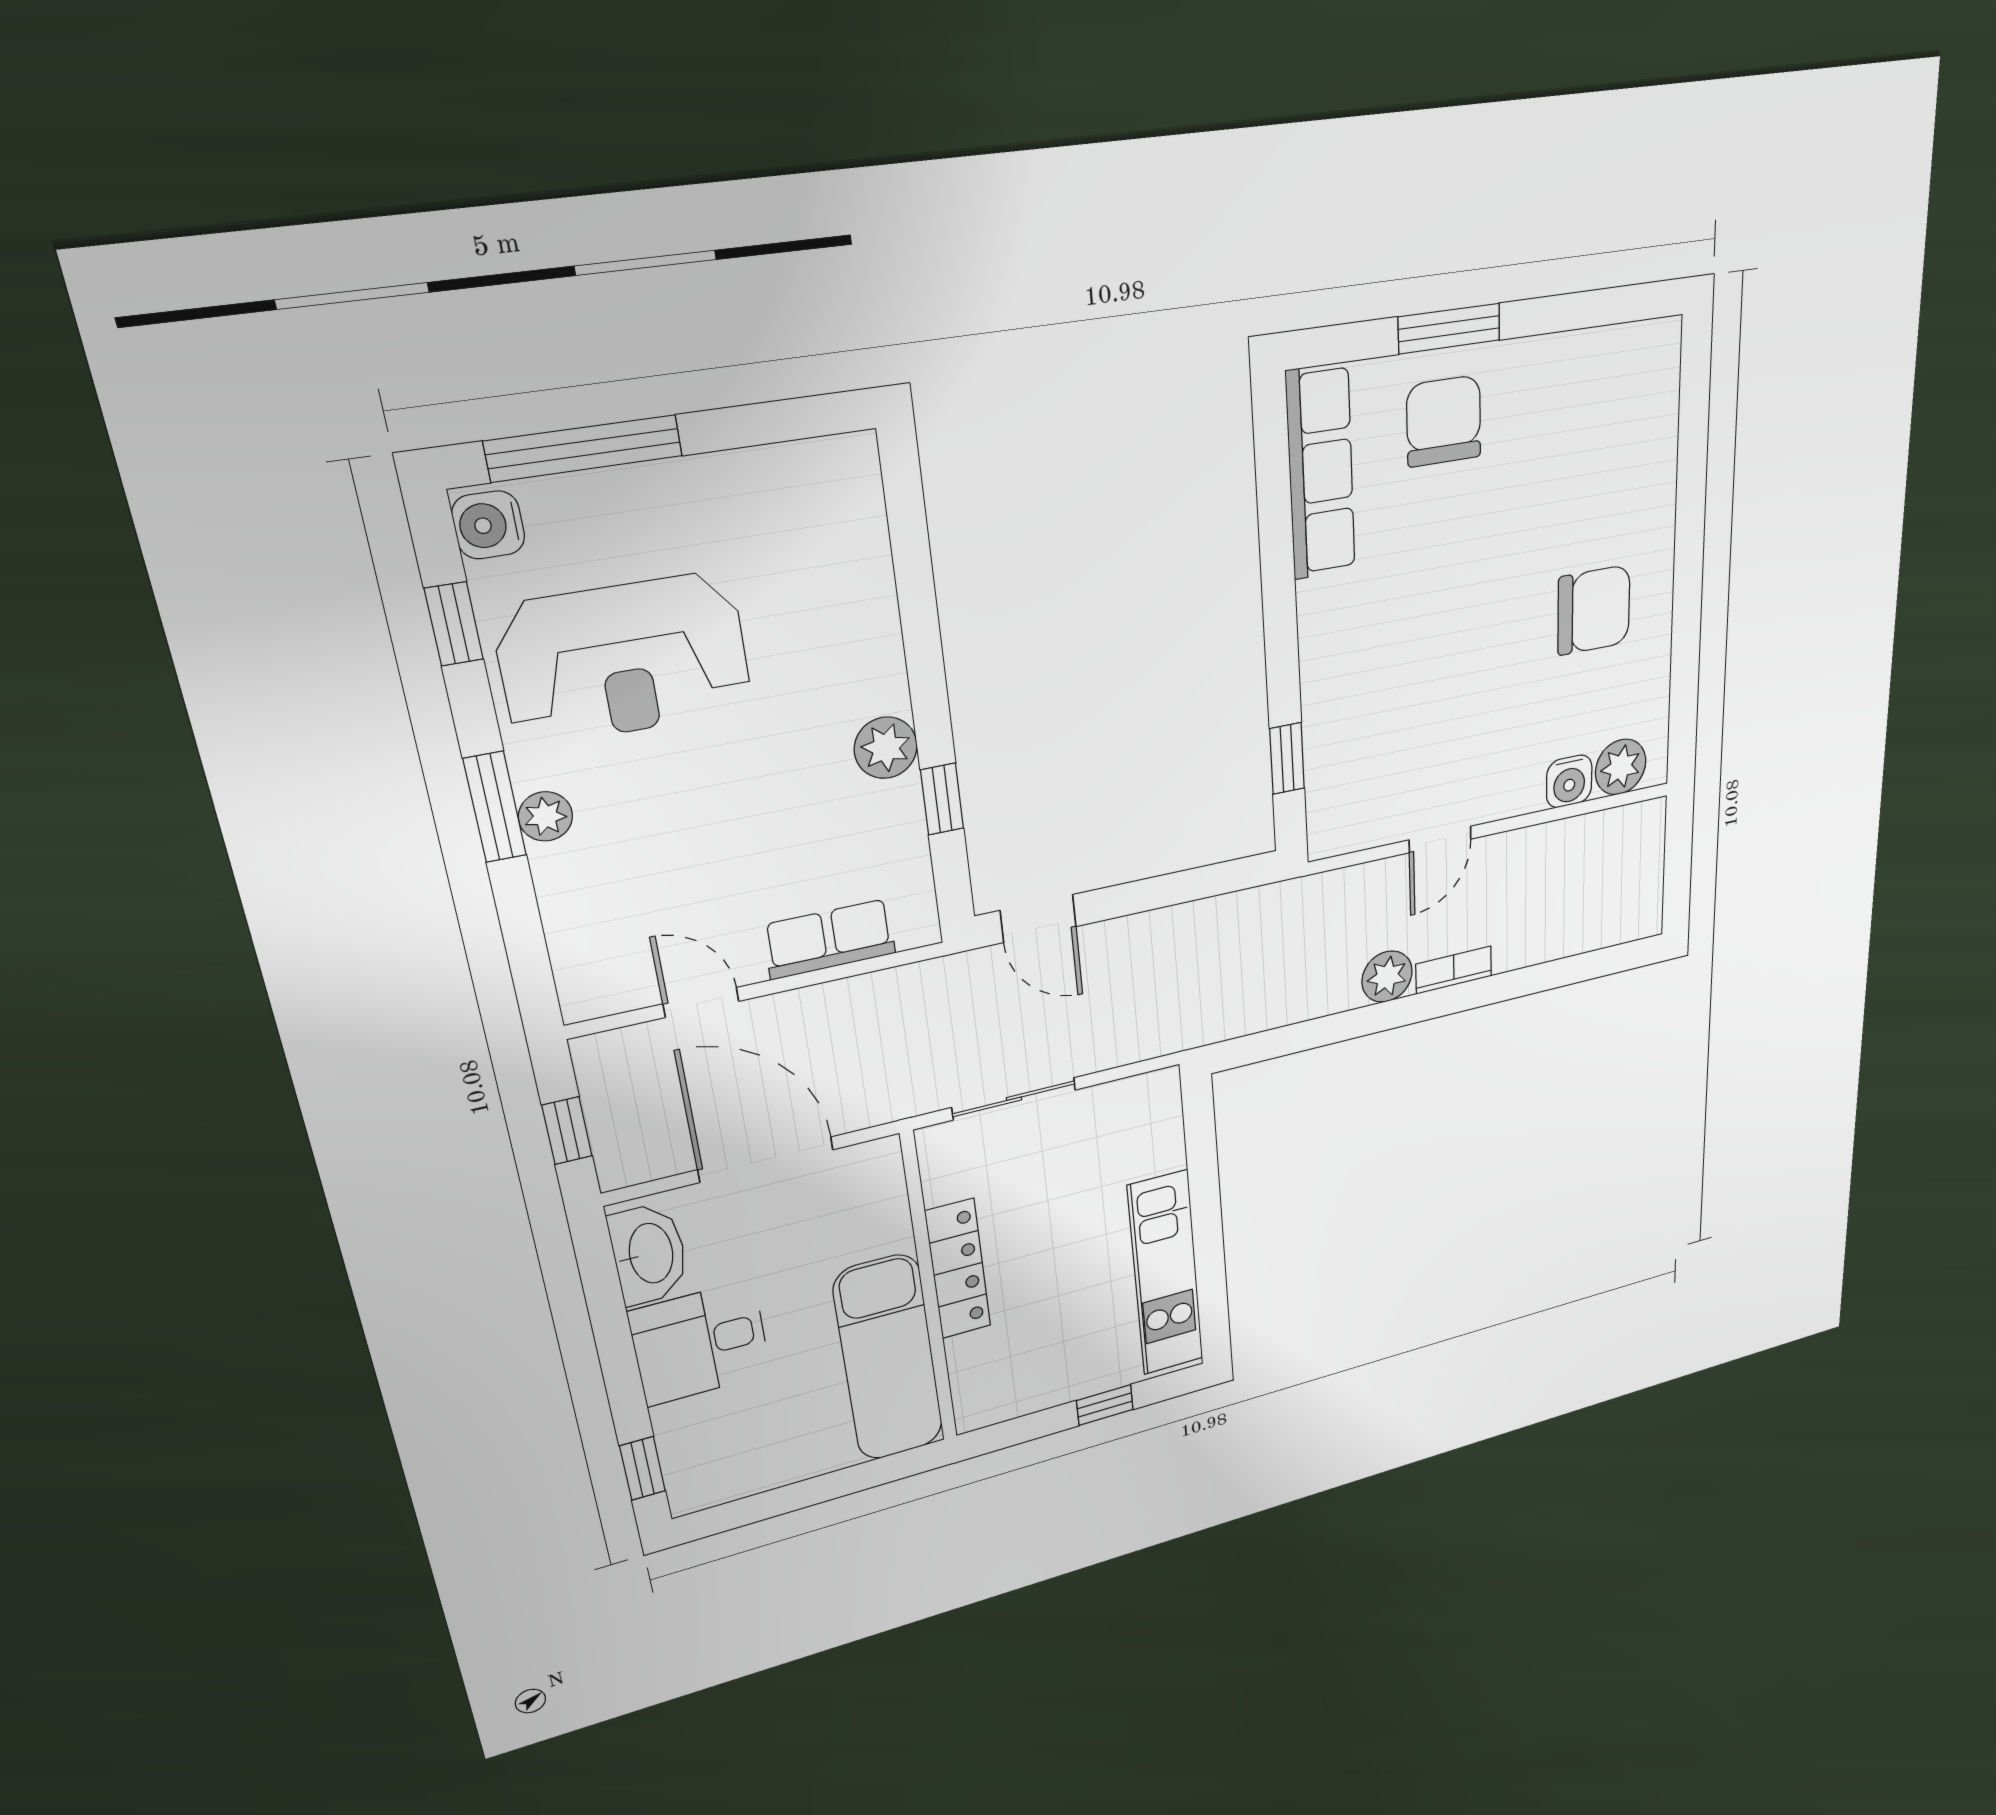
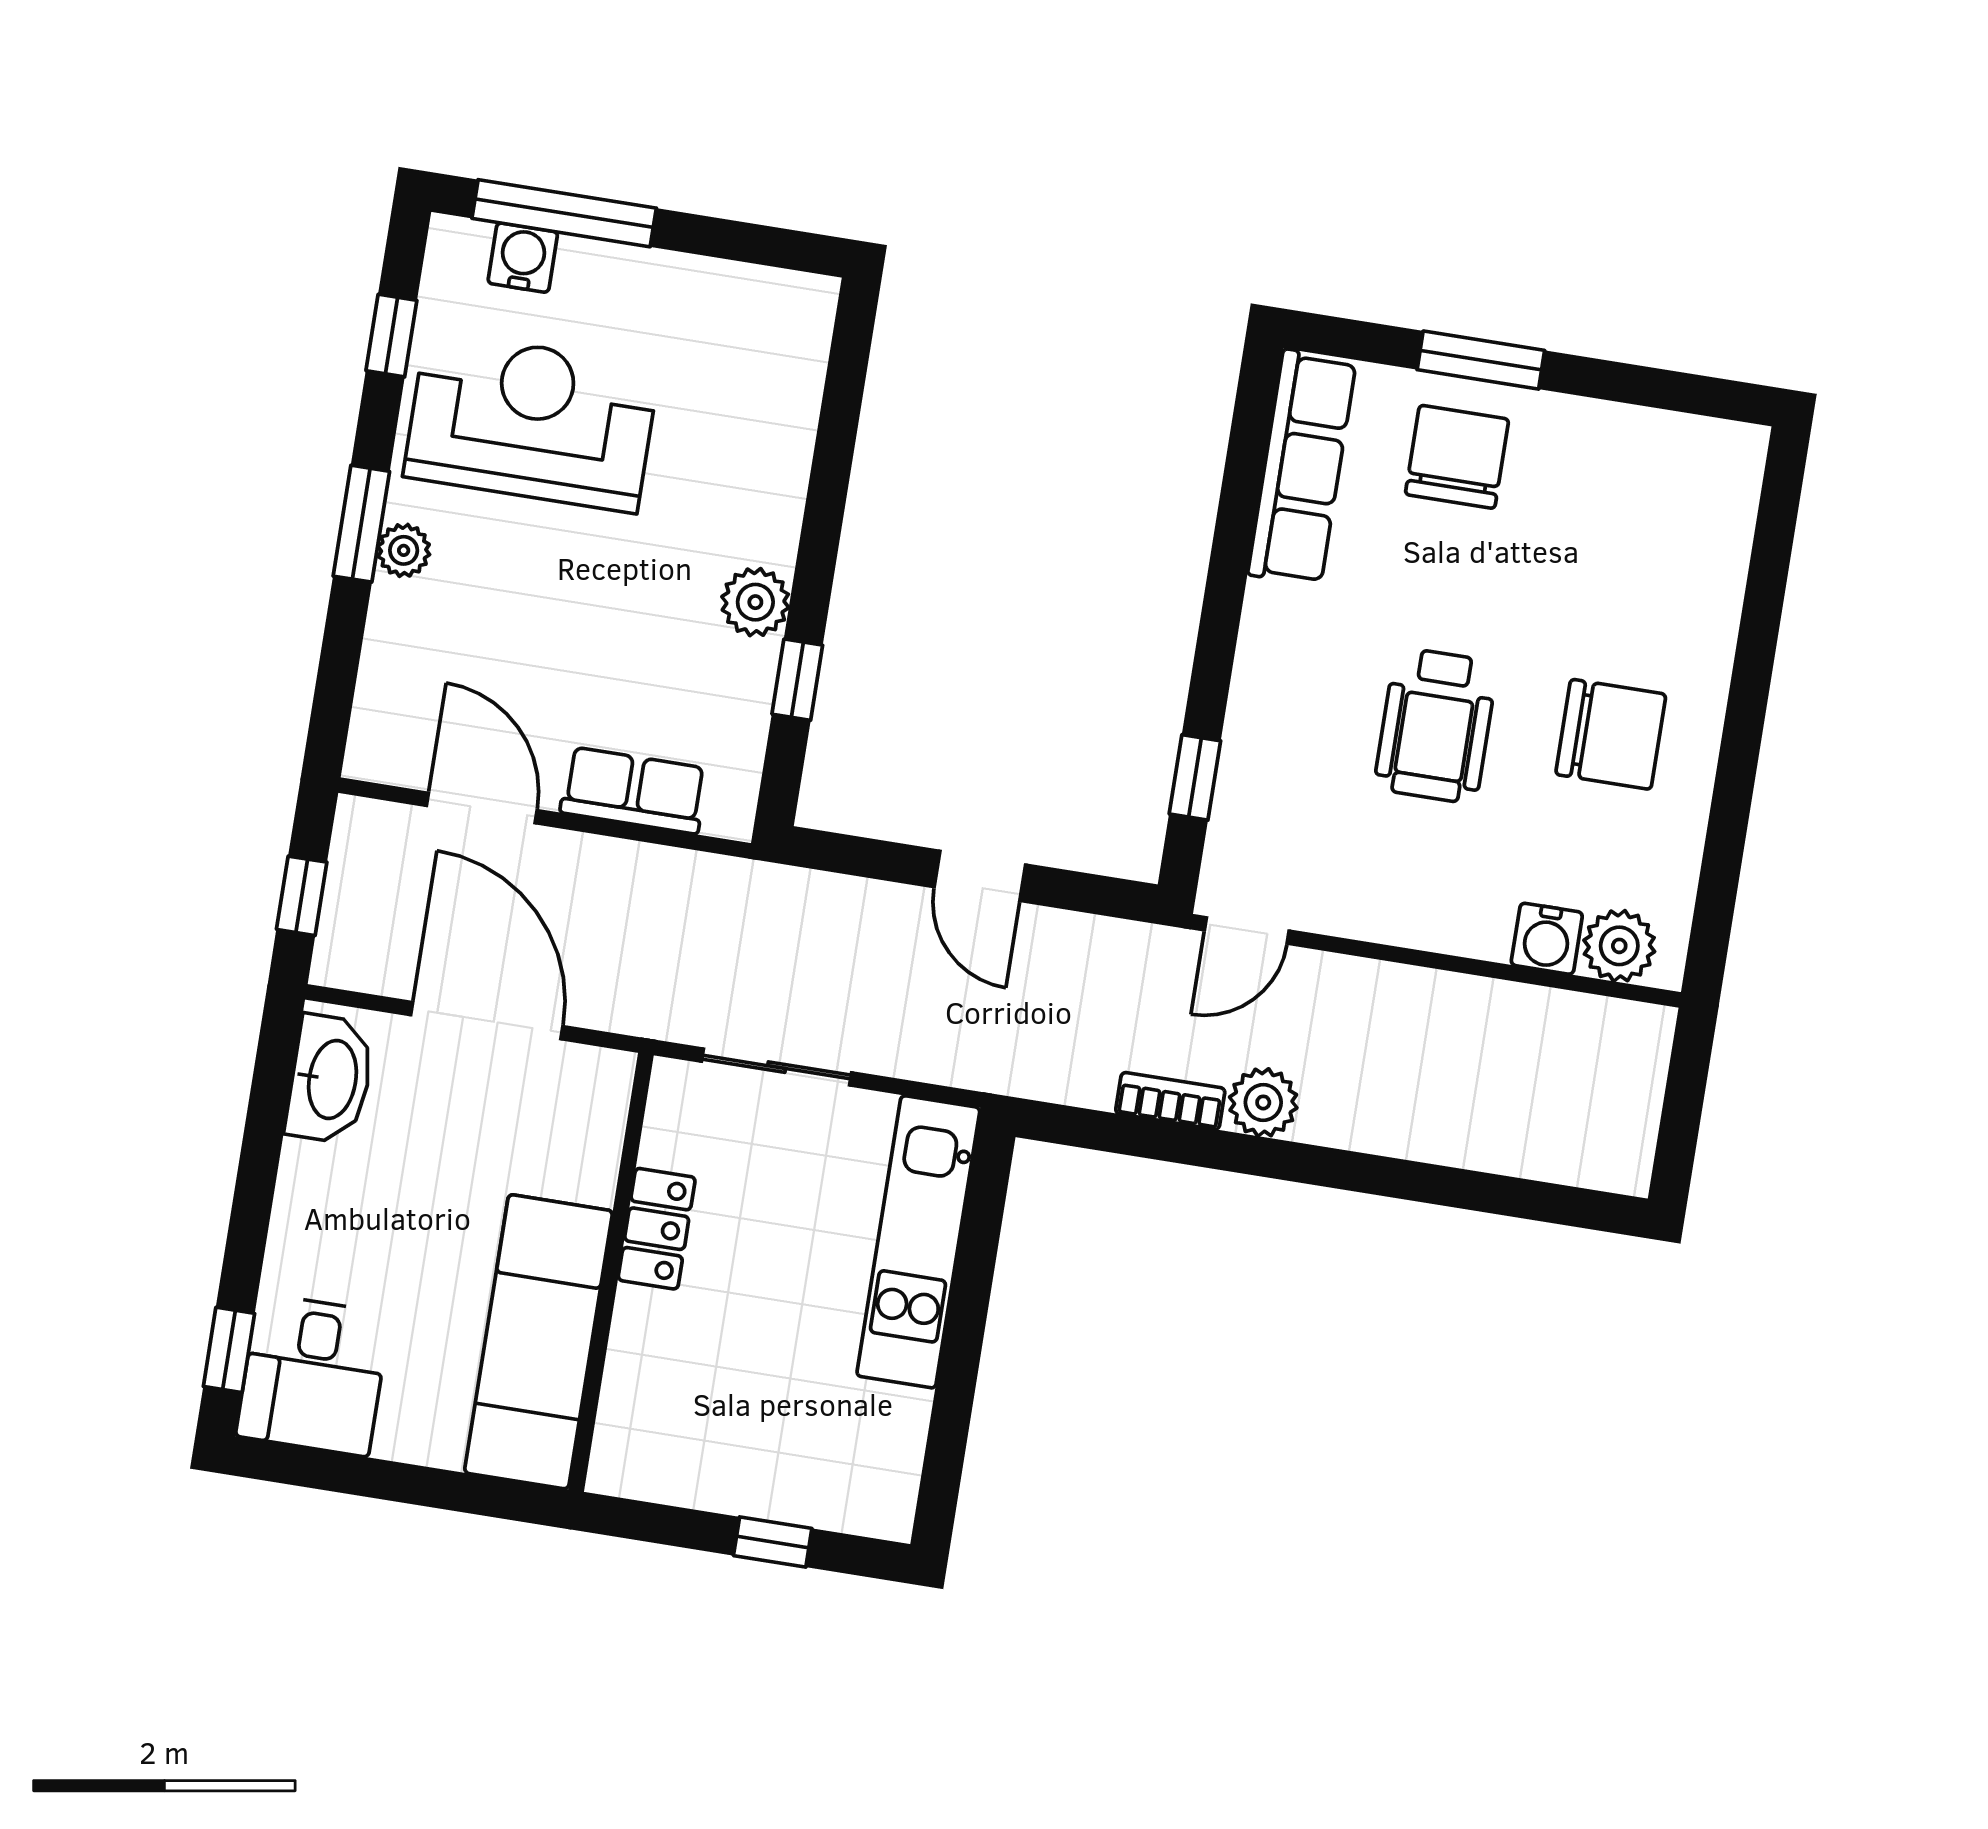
water cooler: (488, 525) -> (523, 258), moved, turned 90
wheelchair: (1464, 650) -> (1436, 725), added
reception desk: (625, 659) -> (531, 422), turned 180
door: (1440, 839) -> (1247, 931), moved
door: (1038, 919) -> (980, 876), moved
bookcase: (1454, 970) -> (1170, 1101), moved
door: (701, 1003) -> (482, 808), width x1.38
locker: (958, 1269) -> (657, 1229), width x0.66
kitchen unit: (1166, 1274) -> (918, 1242), moved
desk: (700, 1343) -> (313, 1375), moved, turned -90

